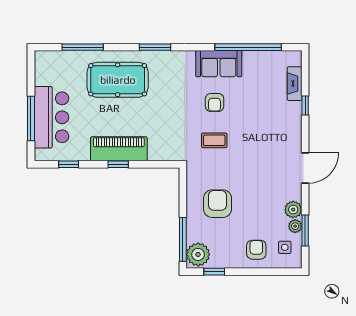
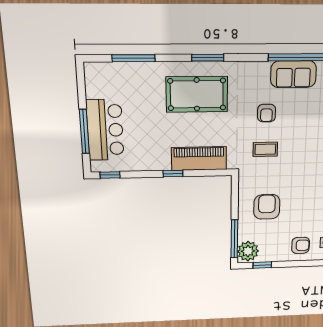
sofa: (219, 64) -> (293, 74), moved
pool table: (118, 80) -> (197, 94), moved
piano: (119, 149) -> (199, 159), moved
window: (69, 164) -> (110, 175), moved
armchair: (256, 250) -> (301, 245), turned 90

